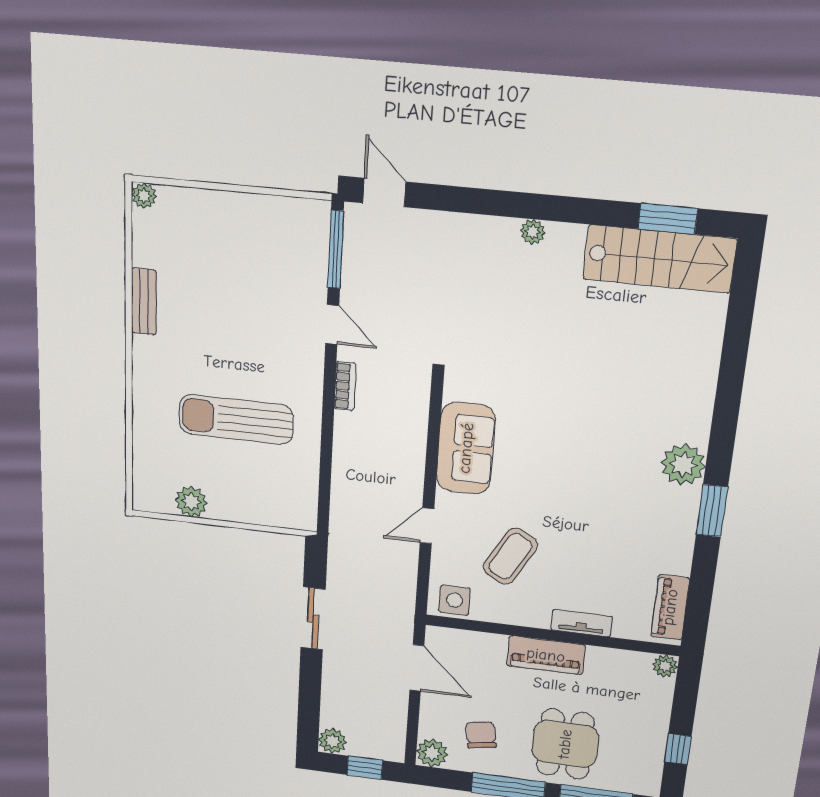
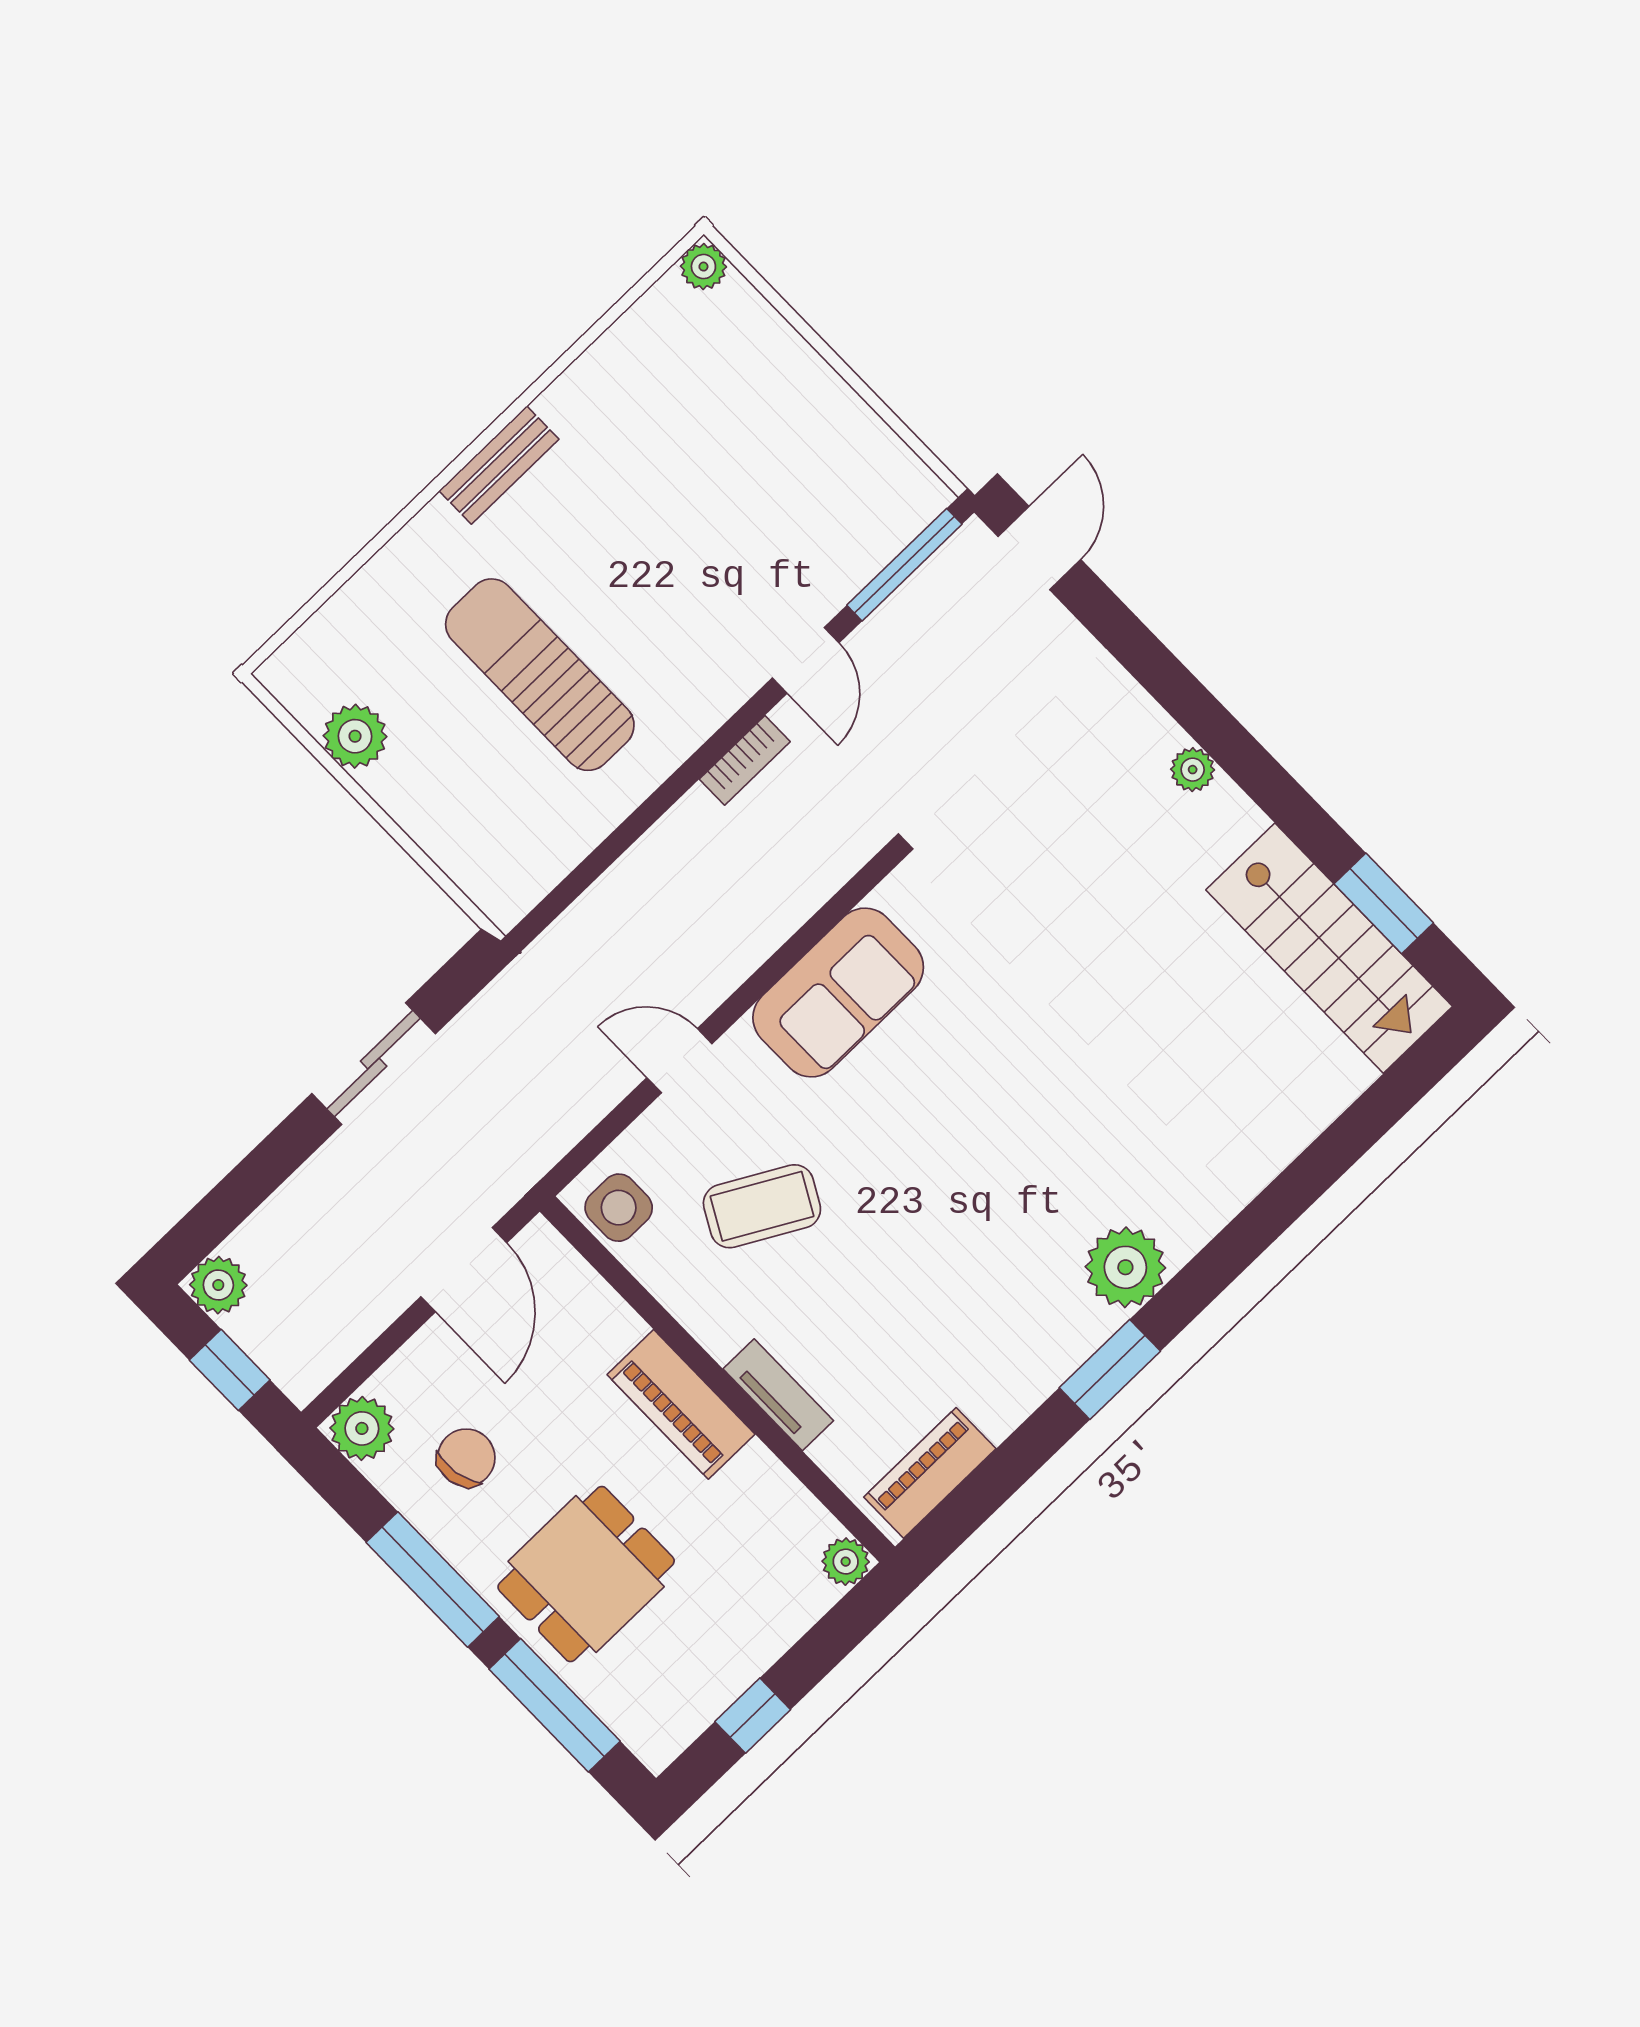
bench: (144, 302) -> (499, 465), moved

